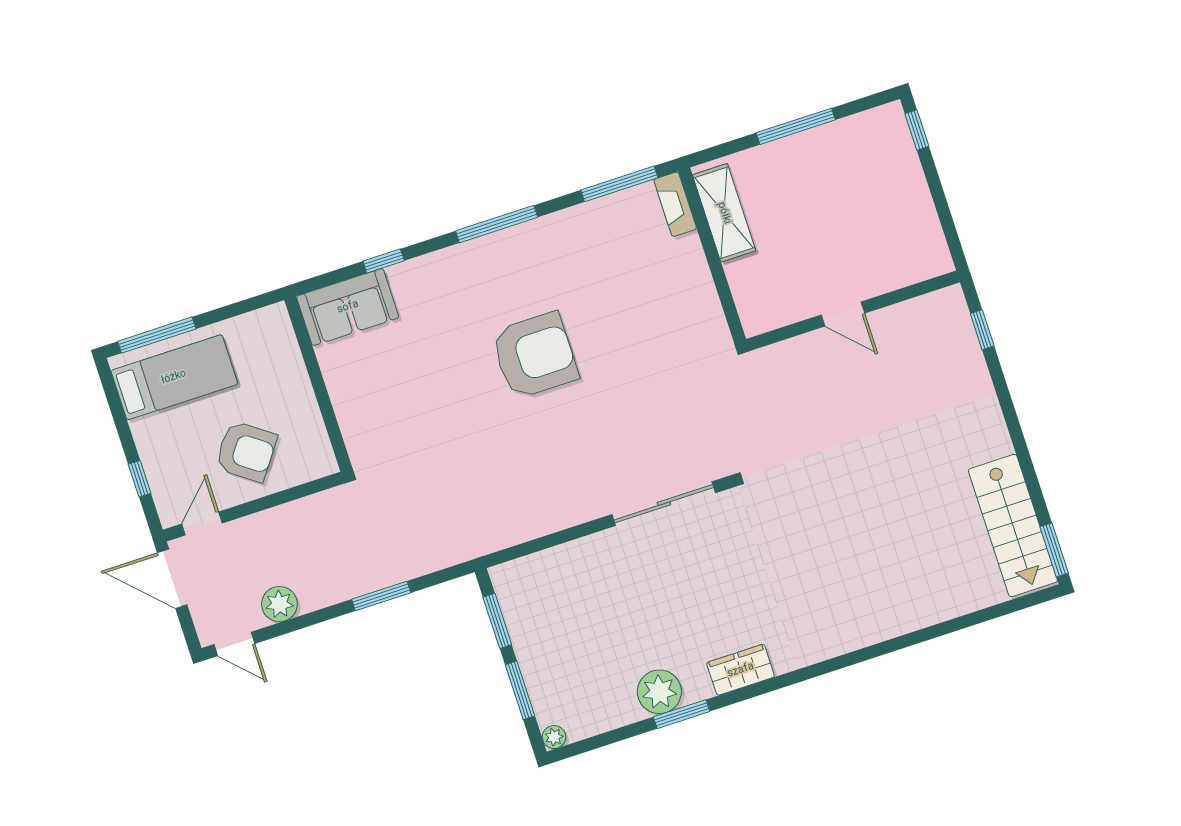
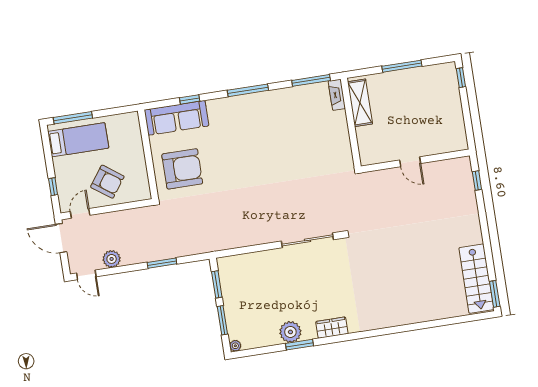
sofa: (348, 307) -> (176, 118), width x1.36
armchair: (535, 355) -> (182, 169), moved

